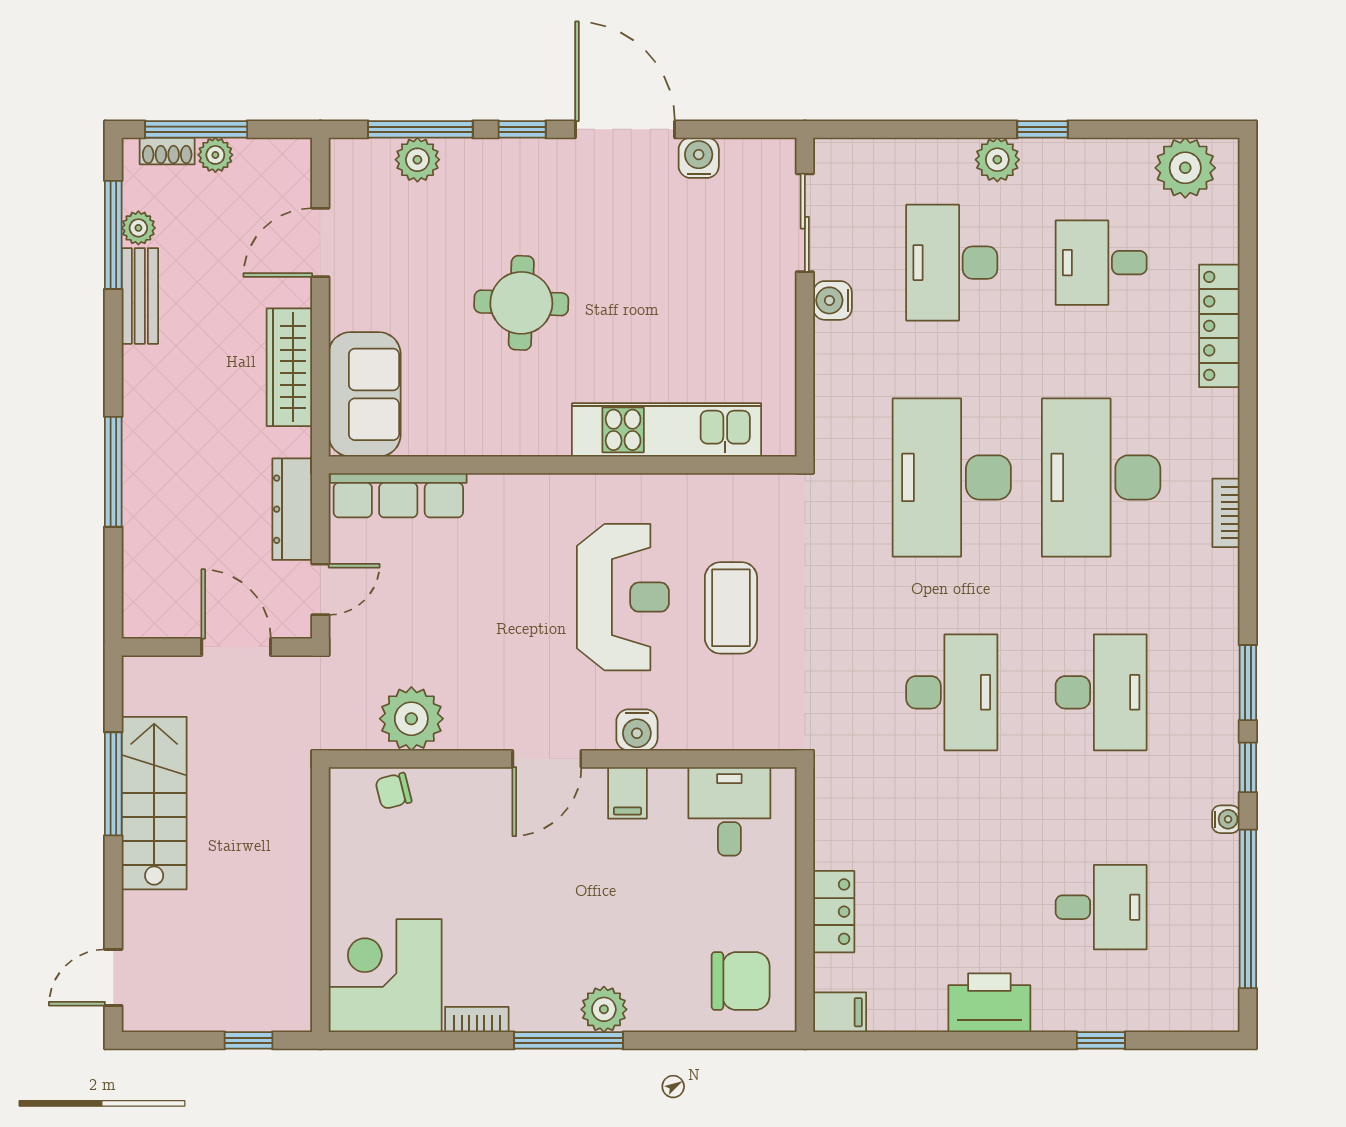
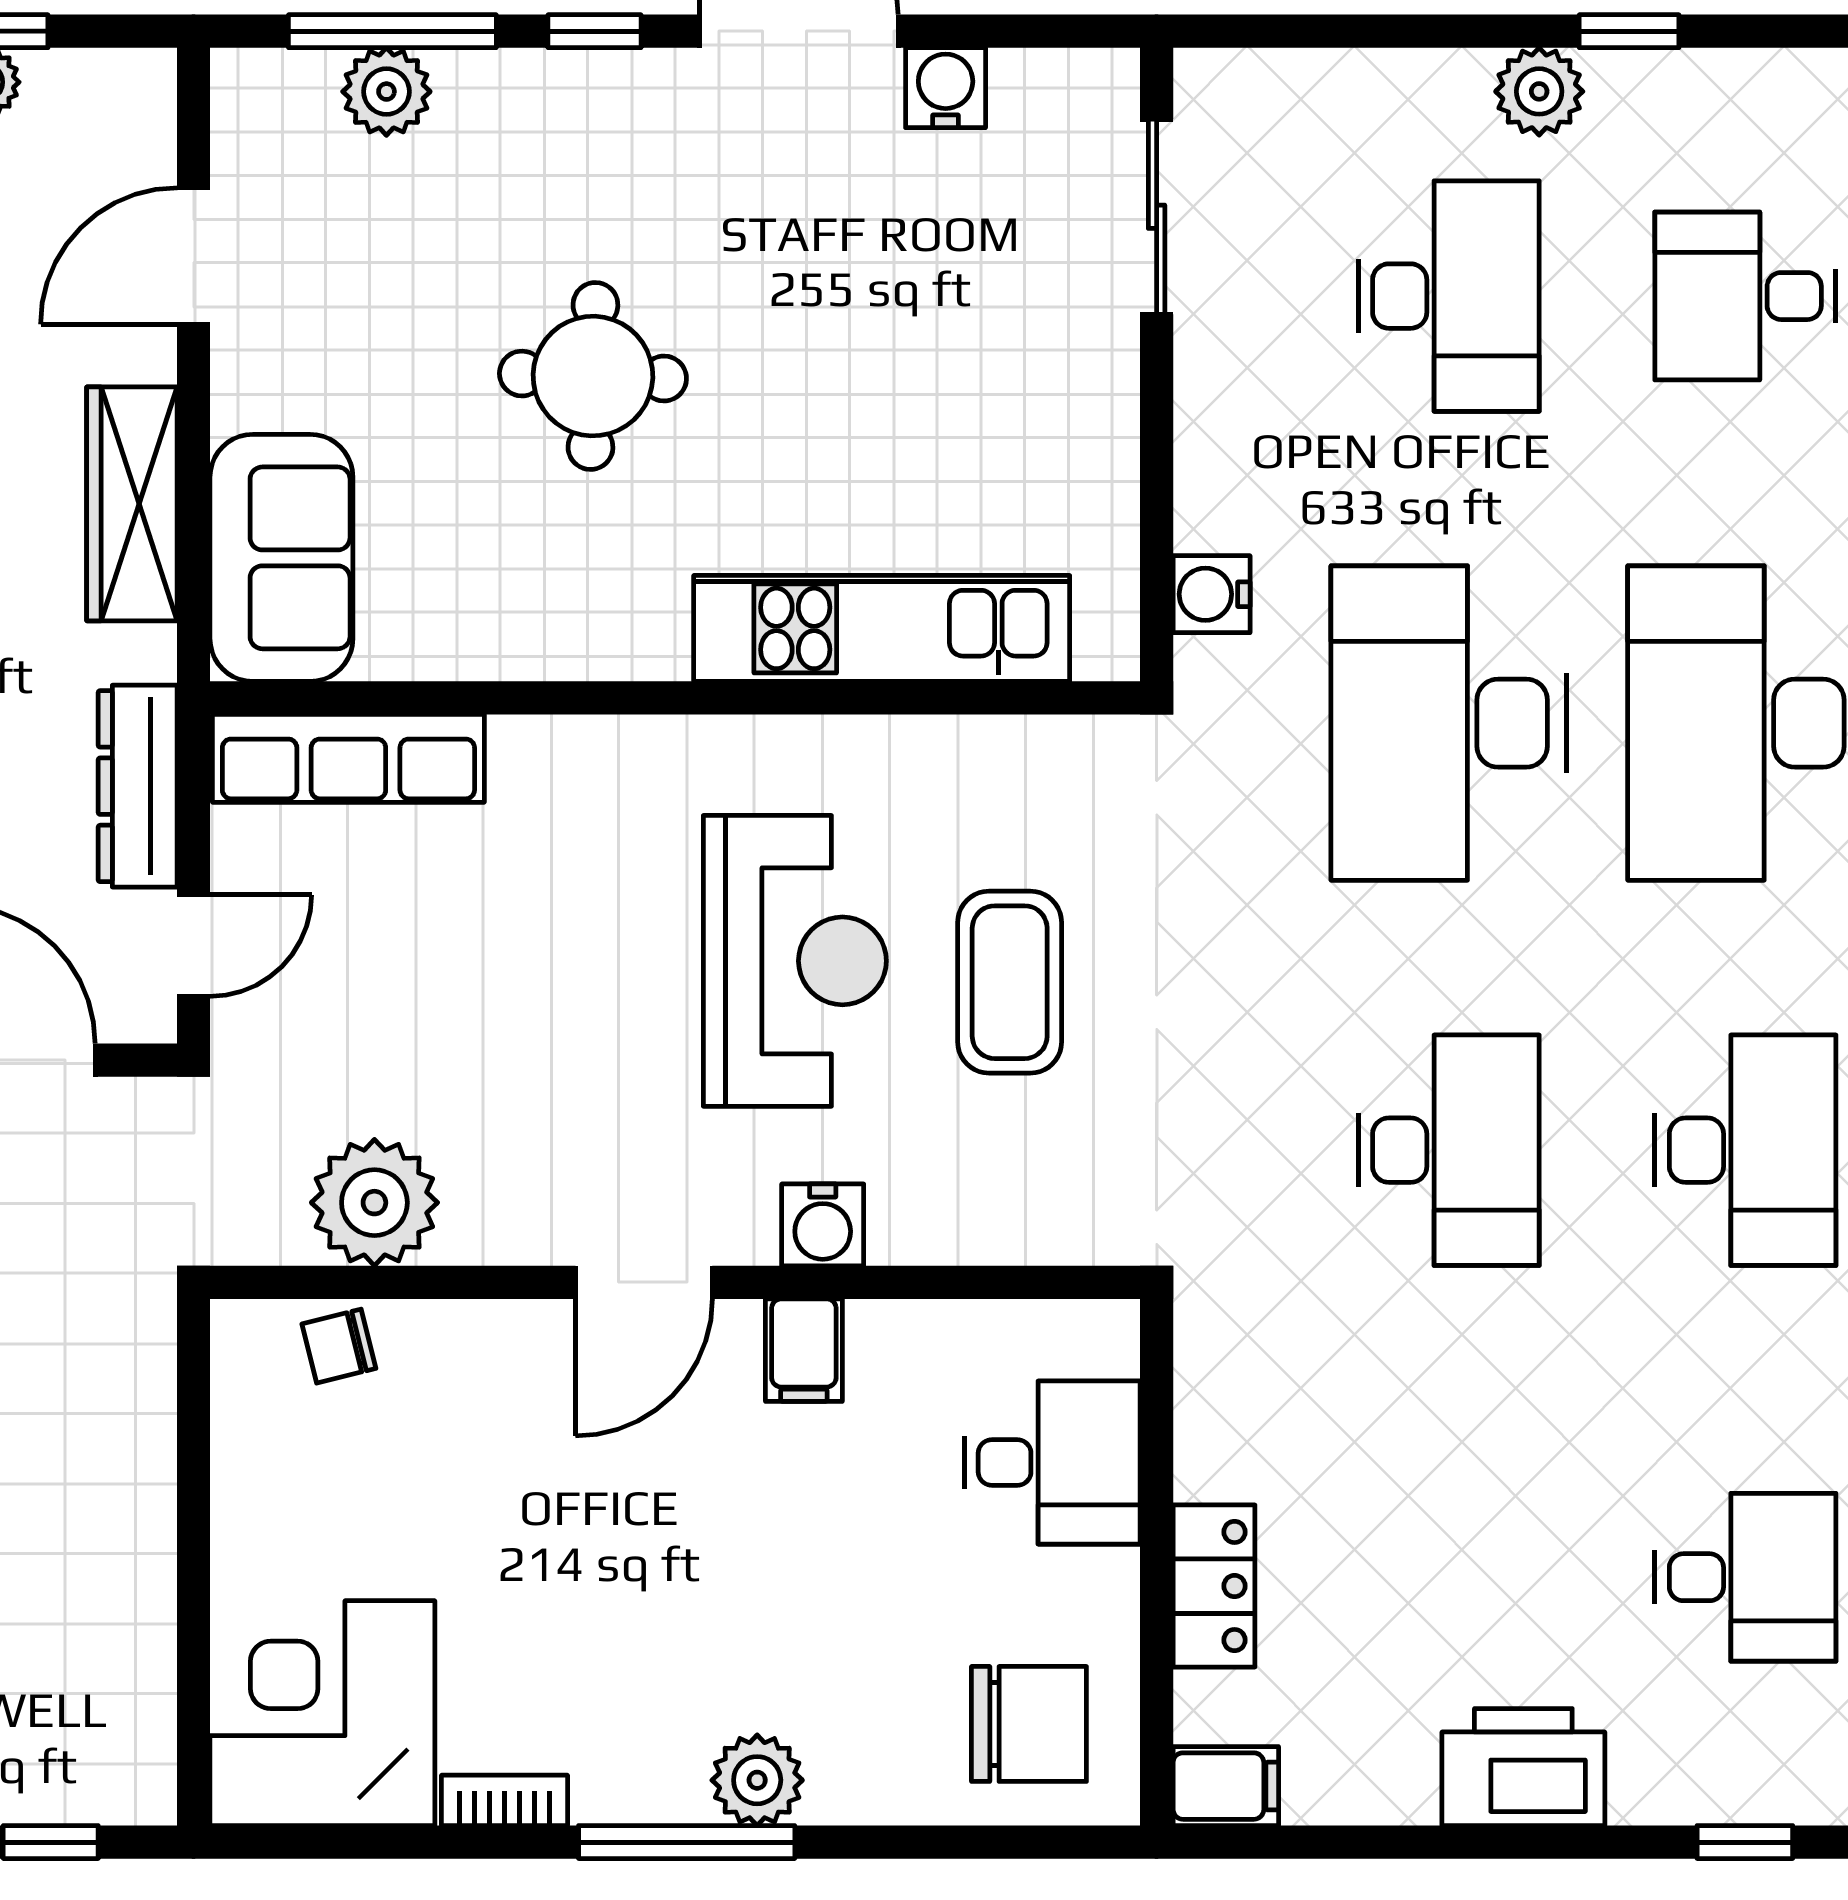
desk: (952, 263) -> (1449, 296), turned 180
water cooler: (833, 300) -> (1212, 594), moved
desk: (729, 811) -> (1052, 1462), moved, turned 90

